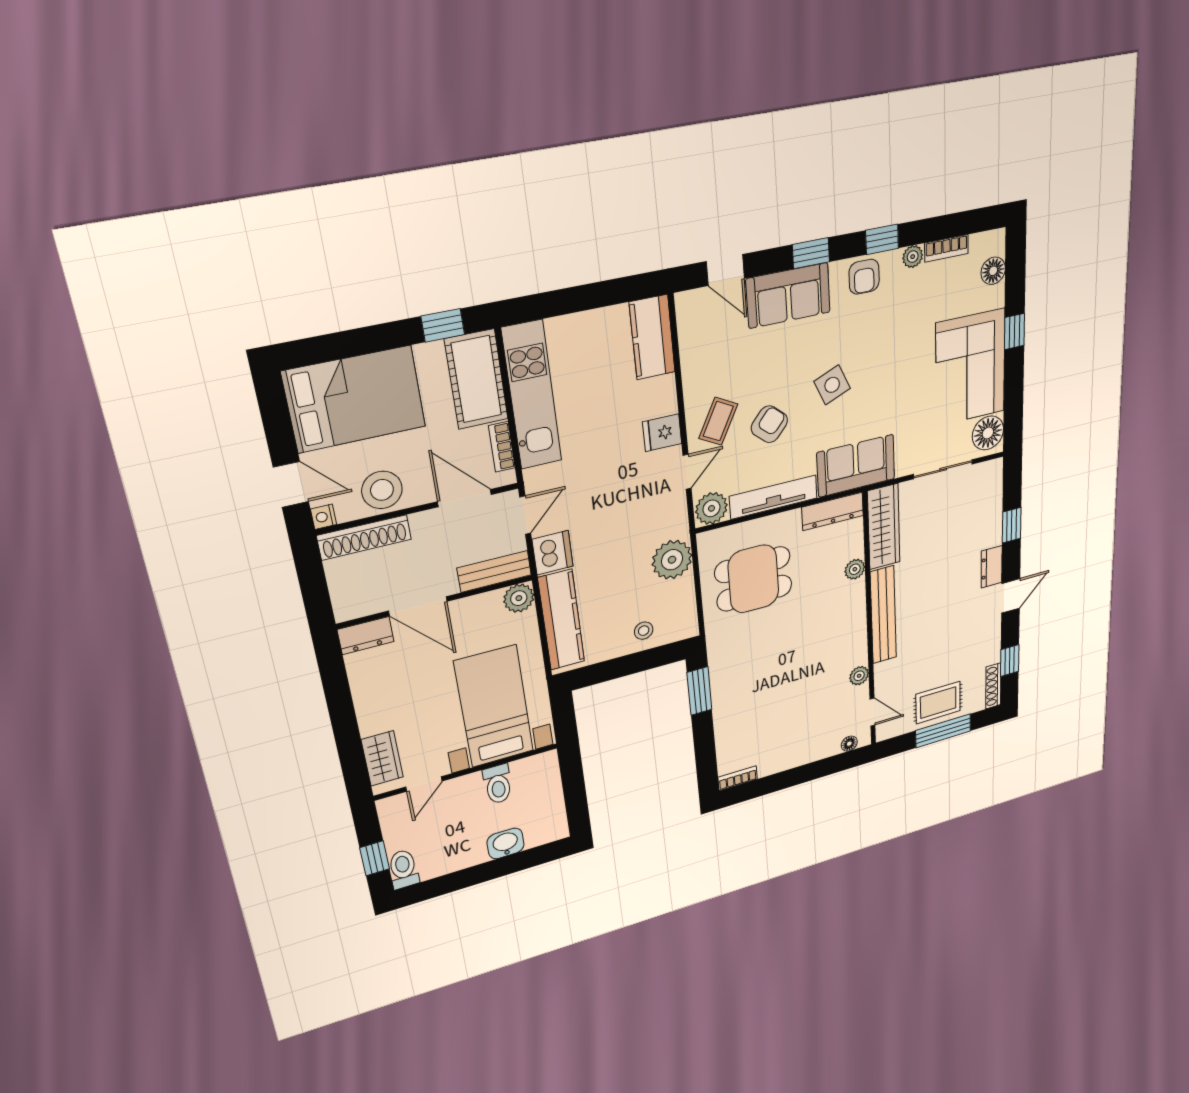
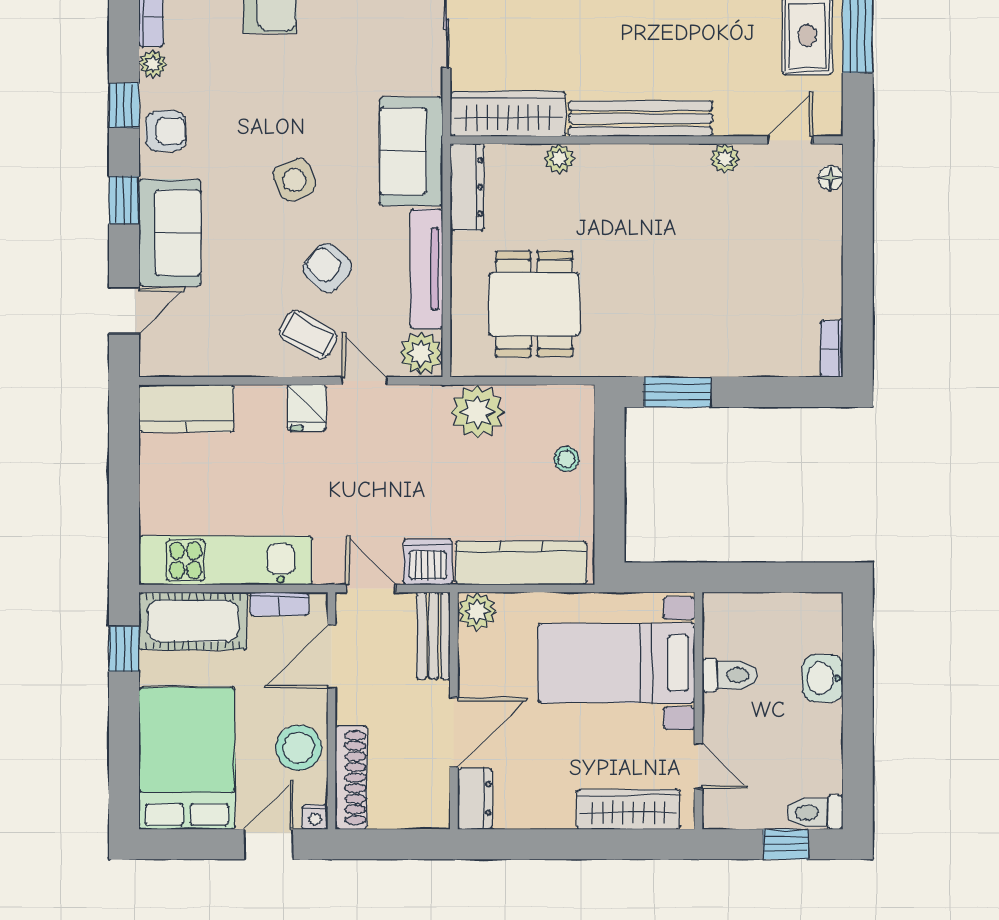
wardrobe: (382, 758) -> (628, 809), width x1.50

